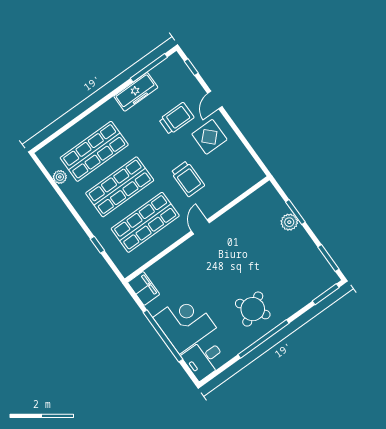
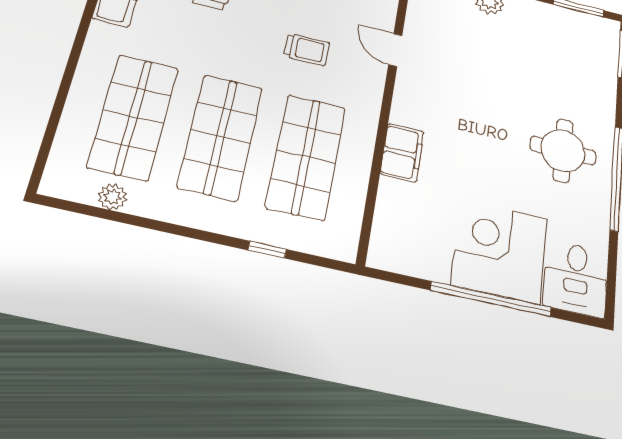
trolley: (188, 179) -> (307, 49), width x0.73, depth x0.72
door: (200, 227) -> (395, 50), moved
filing cabinet: (144, 288) -> (402, 153), moved, turned 90
round table: (253, 309) -> (563, 151), turned 31

